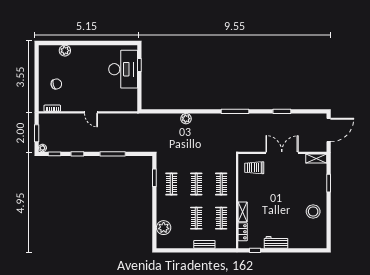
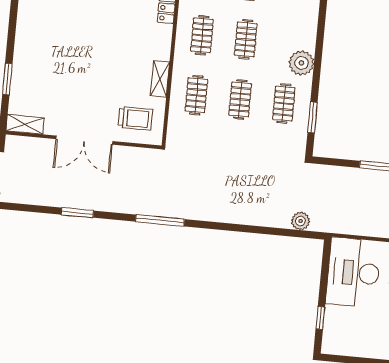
desk: (123, 69) -> (353, 273), moved
plant: (186, 119) -> (301, 221), moved
shelving: (243, 212) -> (160, 79), moved
stool: (313, 212) -> (39, 32), removed
plant: (164, 228) -> (301, 63), moved

